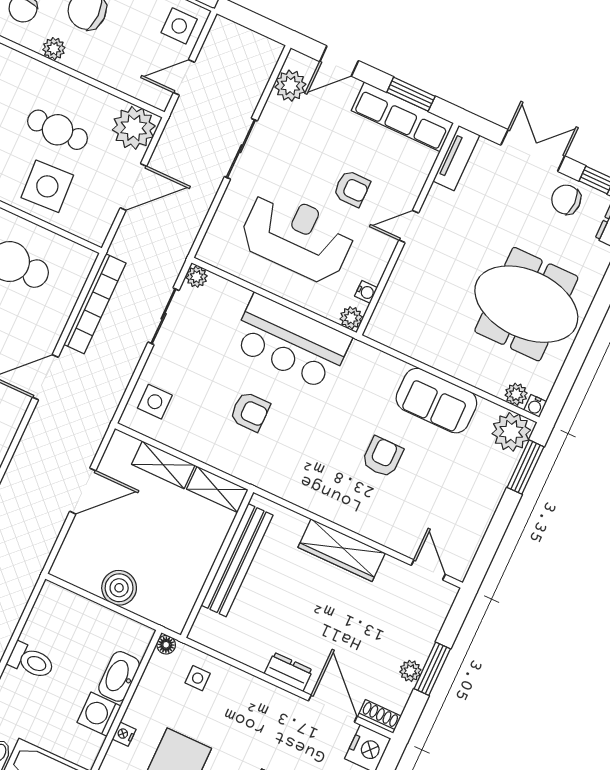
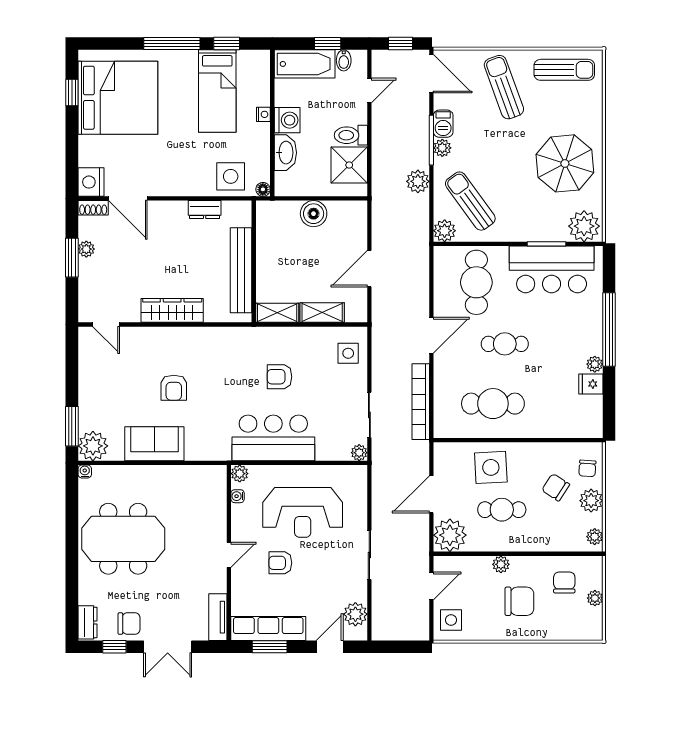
plant: (54, 49) -> (501, 564), moved
plant: (516, 394) -> (102, 473), removed
shower: (50, 626) -> (349, 165), added
dresser: (288, 672) -> (205, 210), moved
side table: (198, 678) -> (231, 176), width x1.87, depth x1.87

